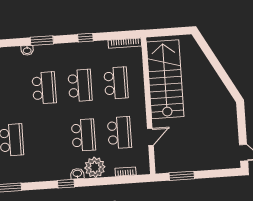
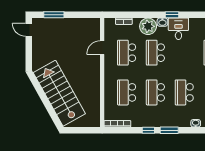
window: (42, 41) -> (169, 130), moved
stairs: (165, 79) -> (59, 93), moved, turned 151
desk: (57, 167) -> (178, 29), added
window: (182, 176) -> (54, 15), moved

